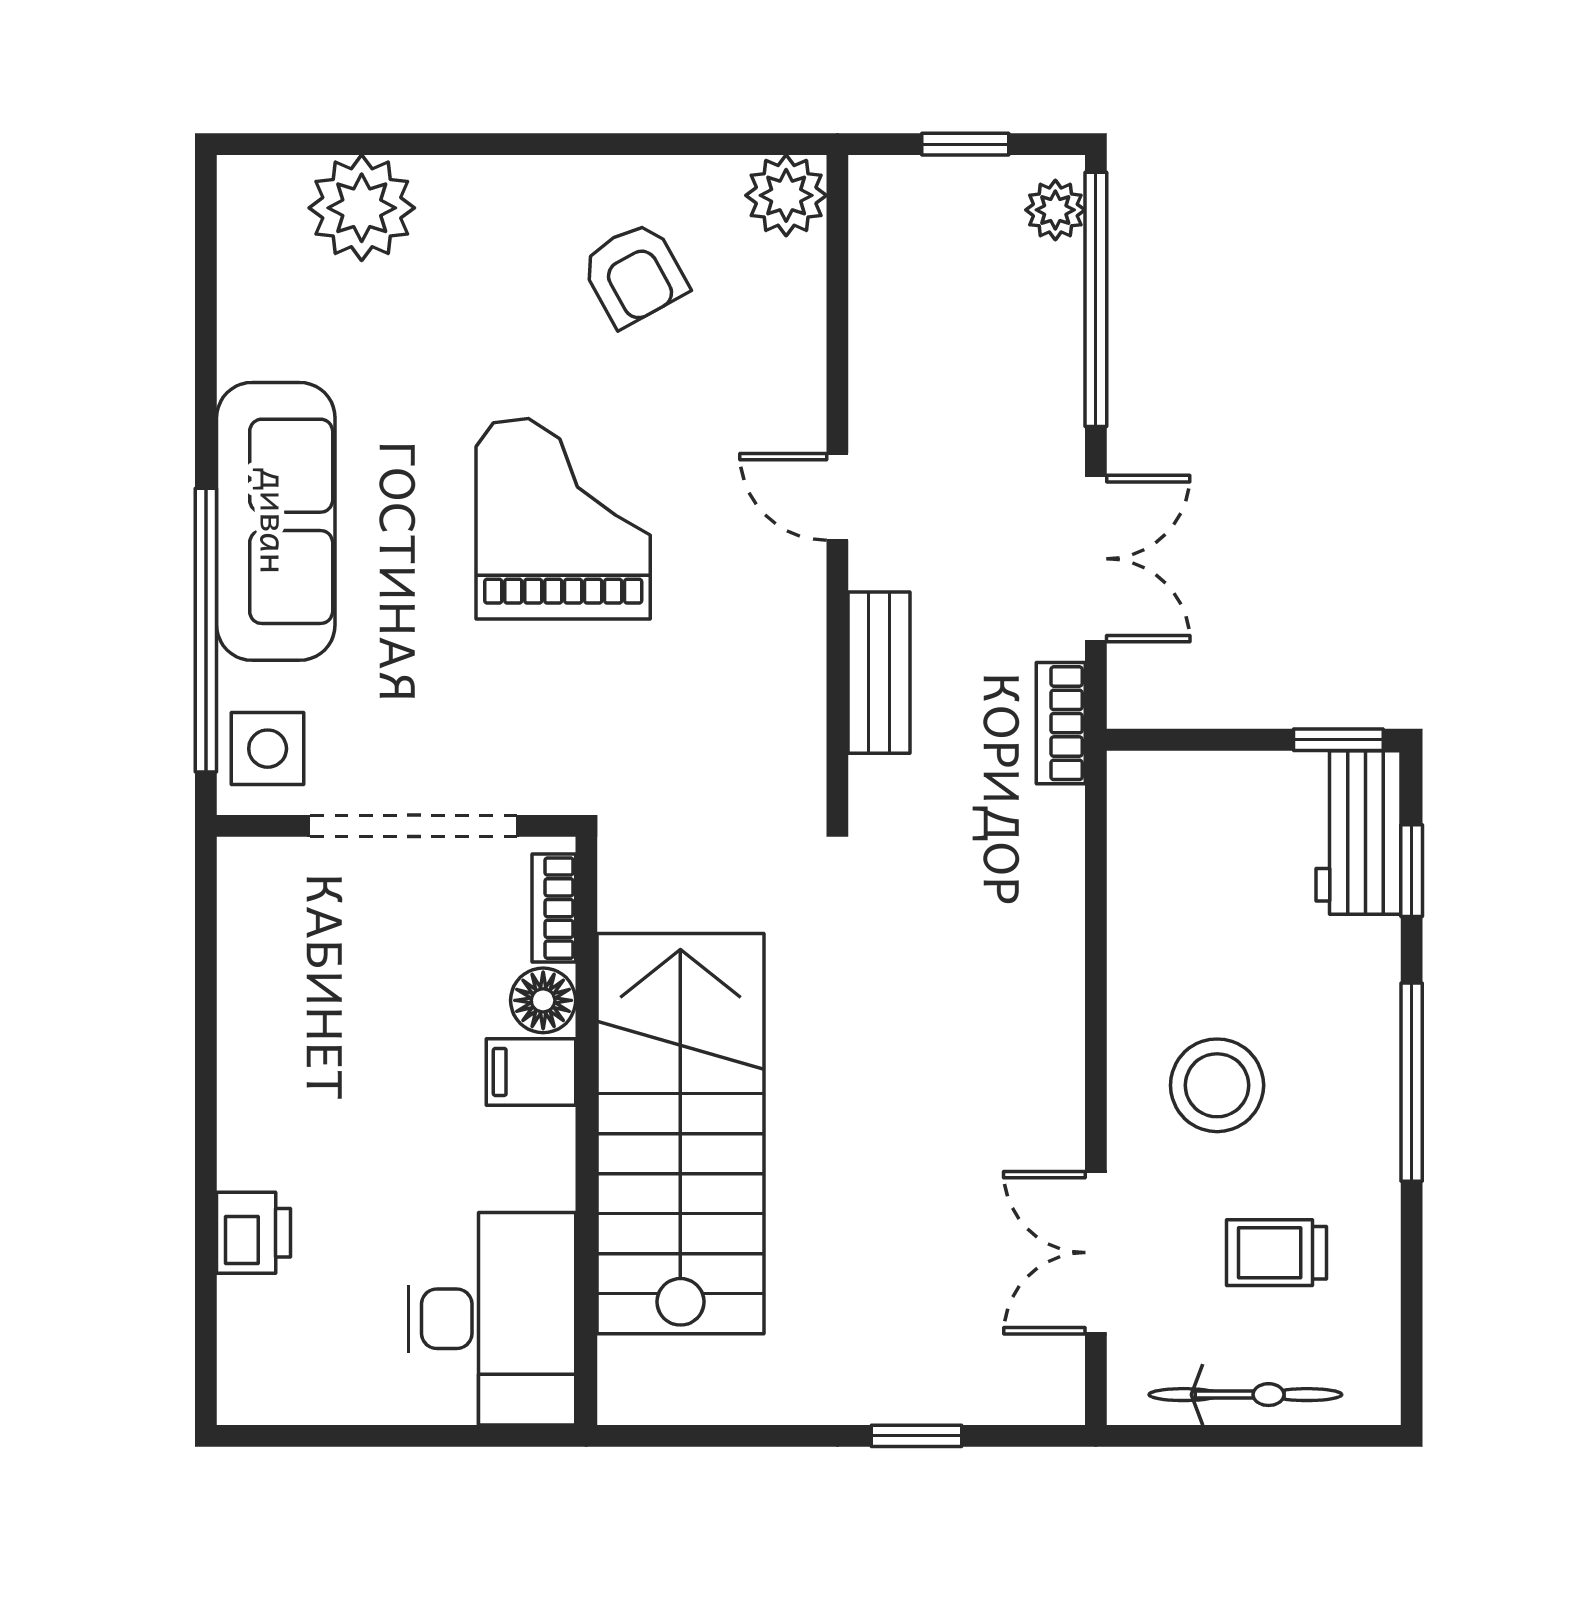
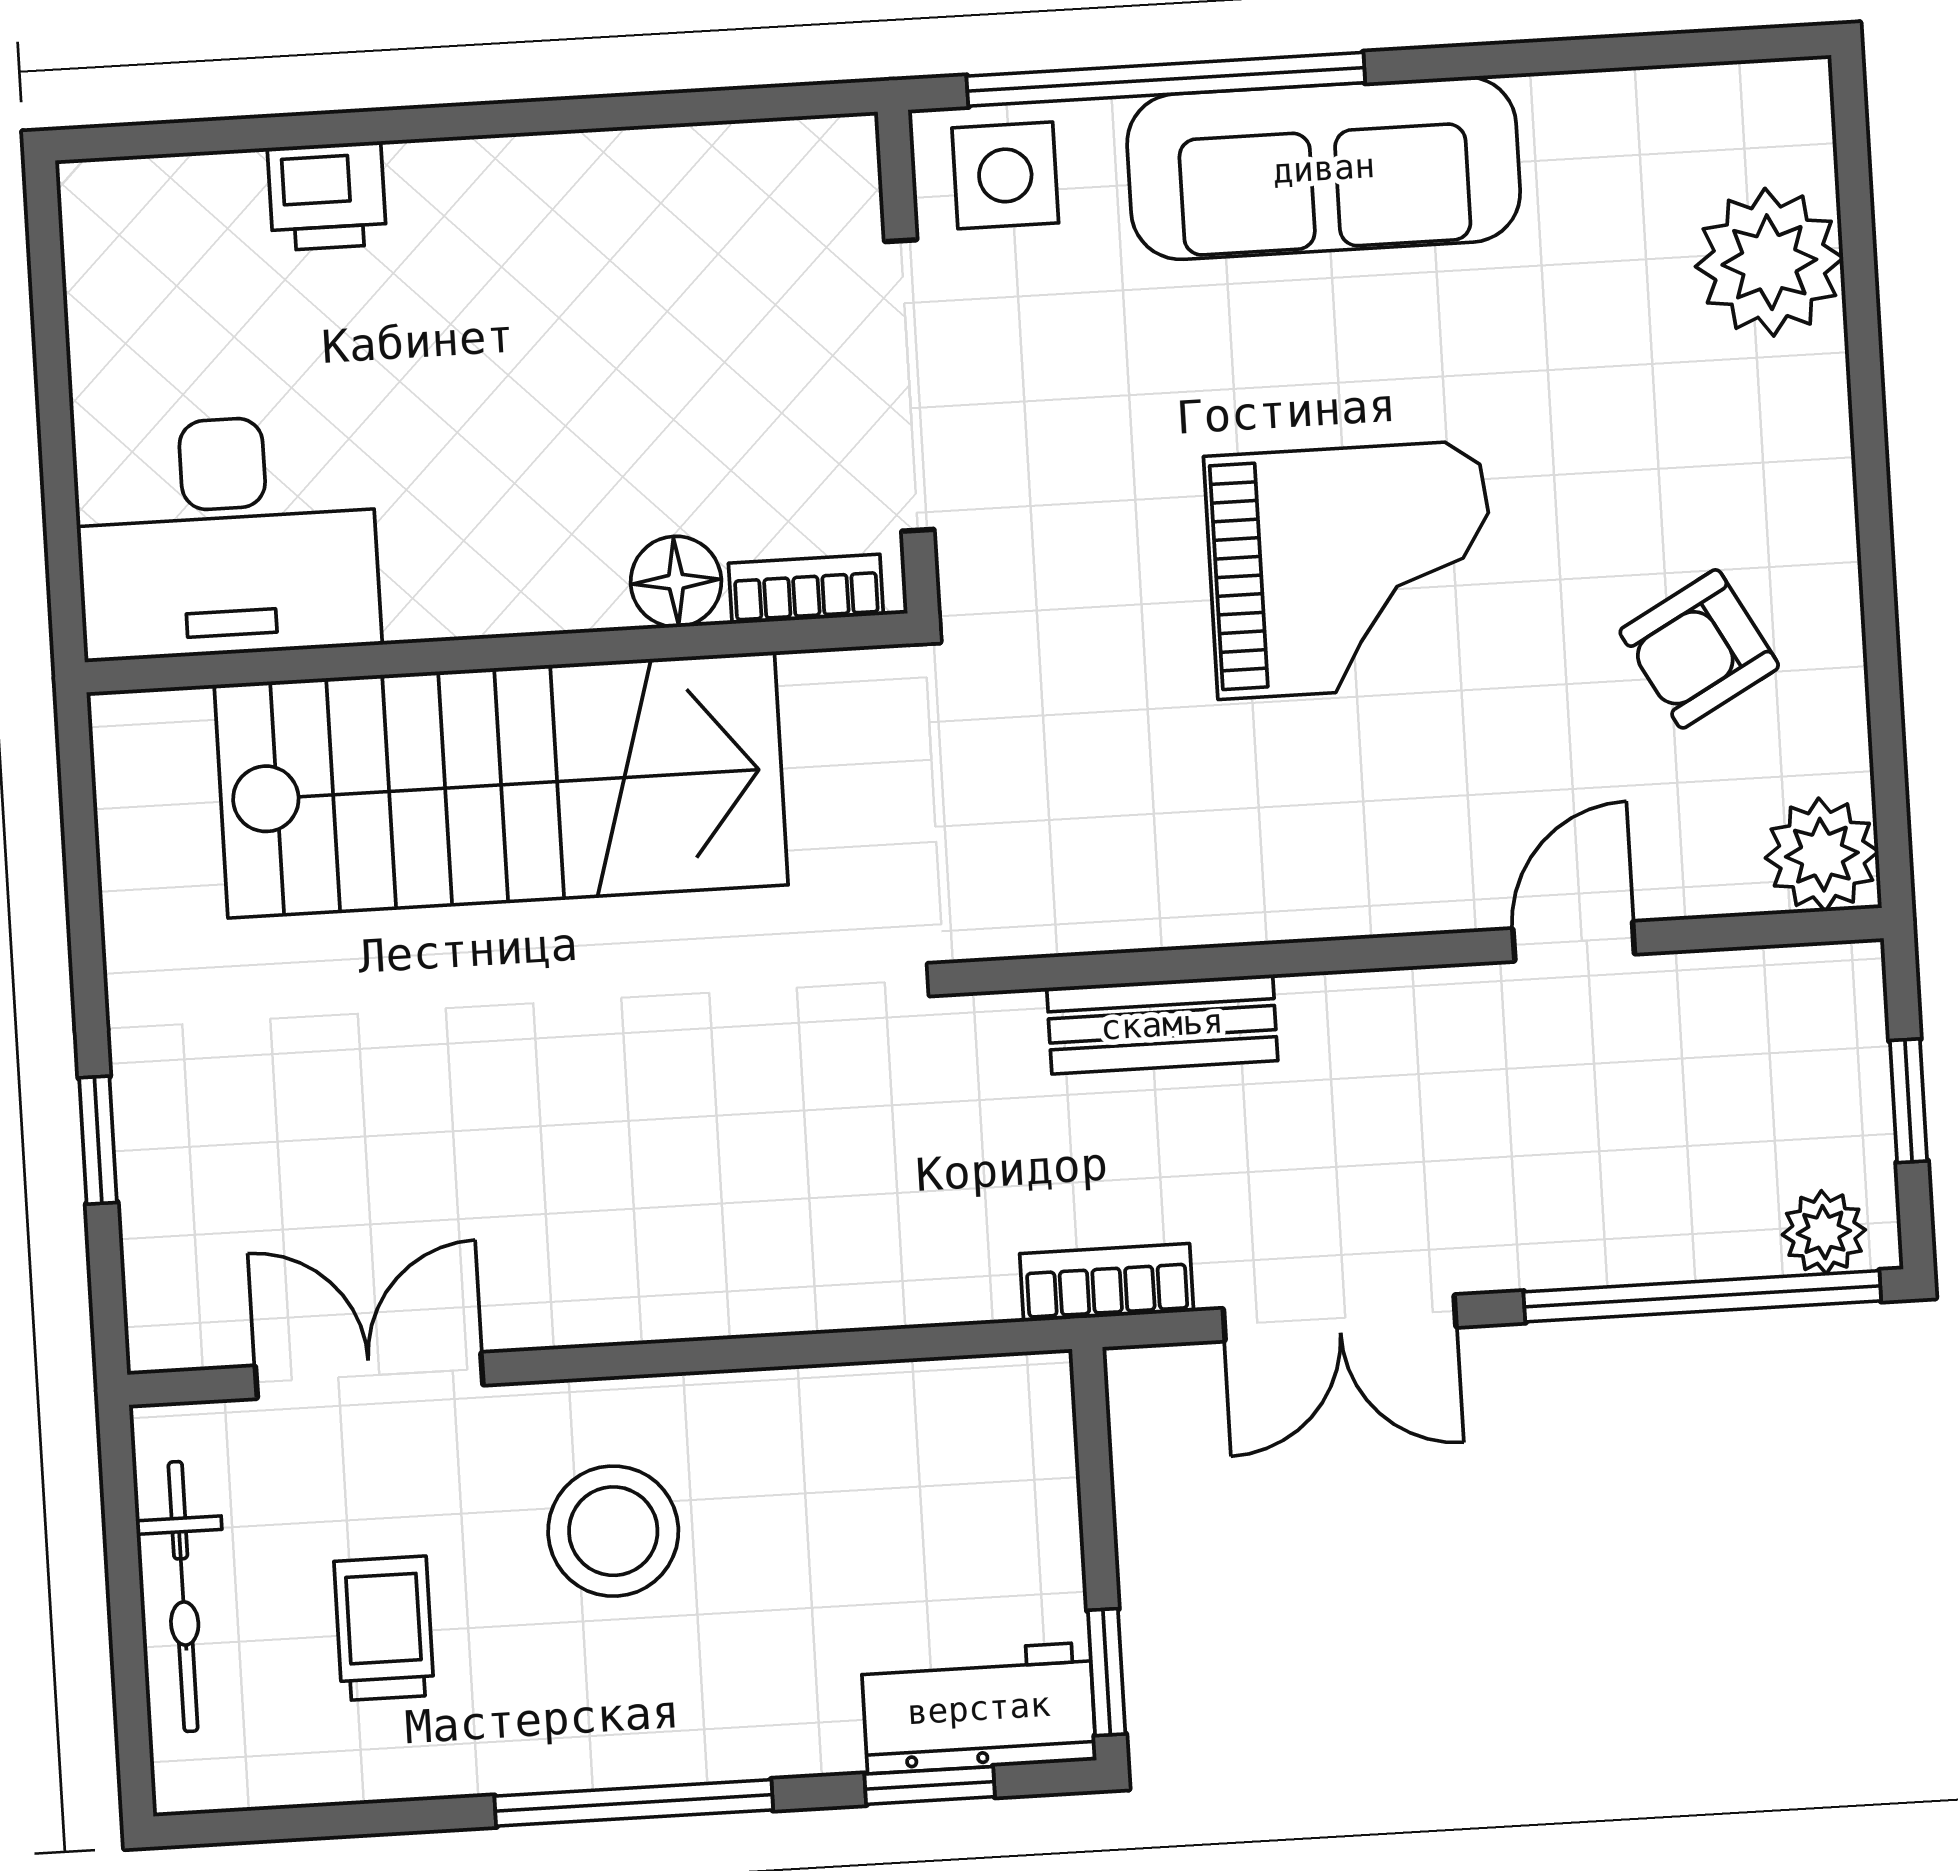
door: (837, 497) -> (1574, 941), moved
filing cabinet: (531, 1072) -> (575, 571), removed

